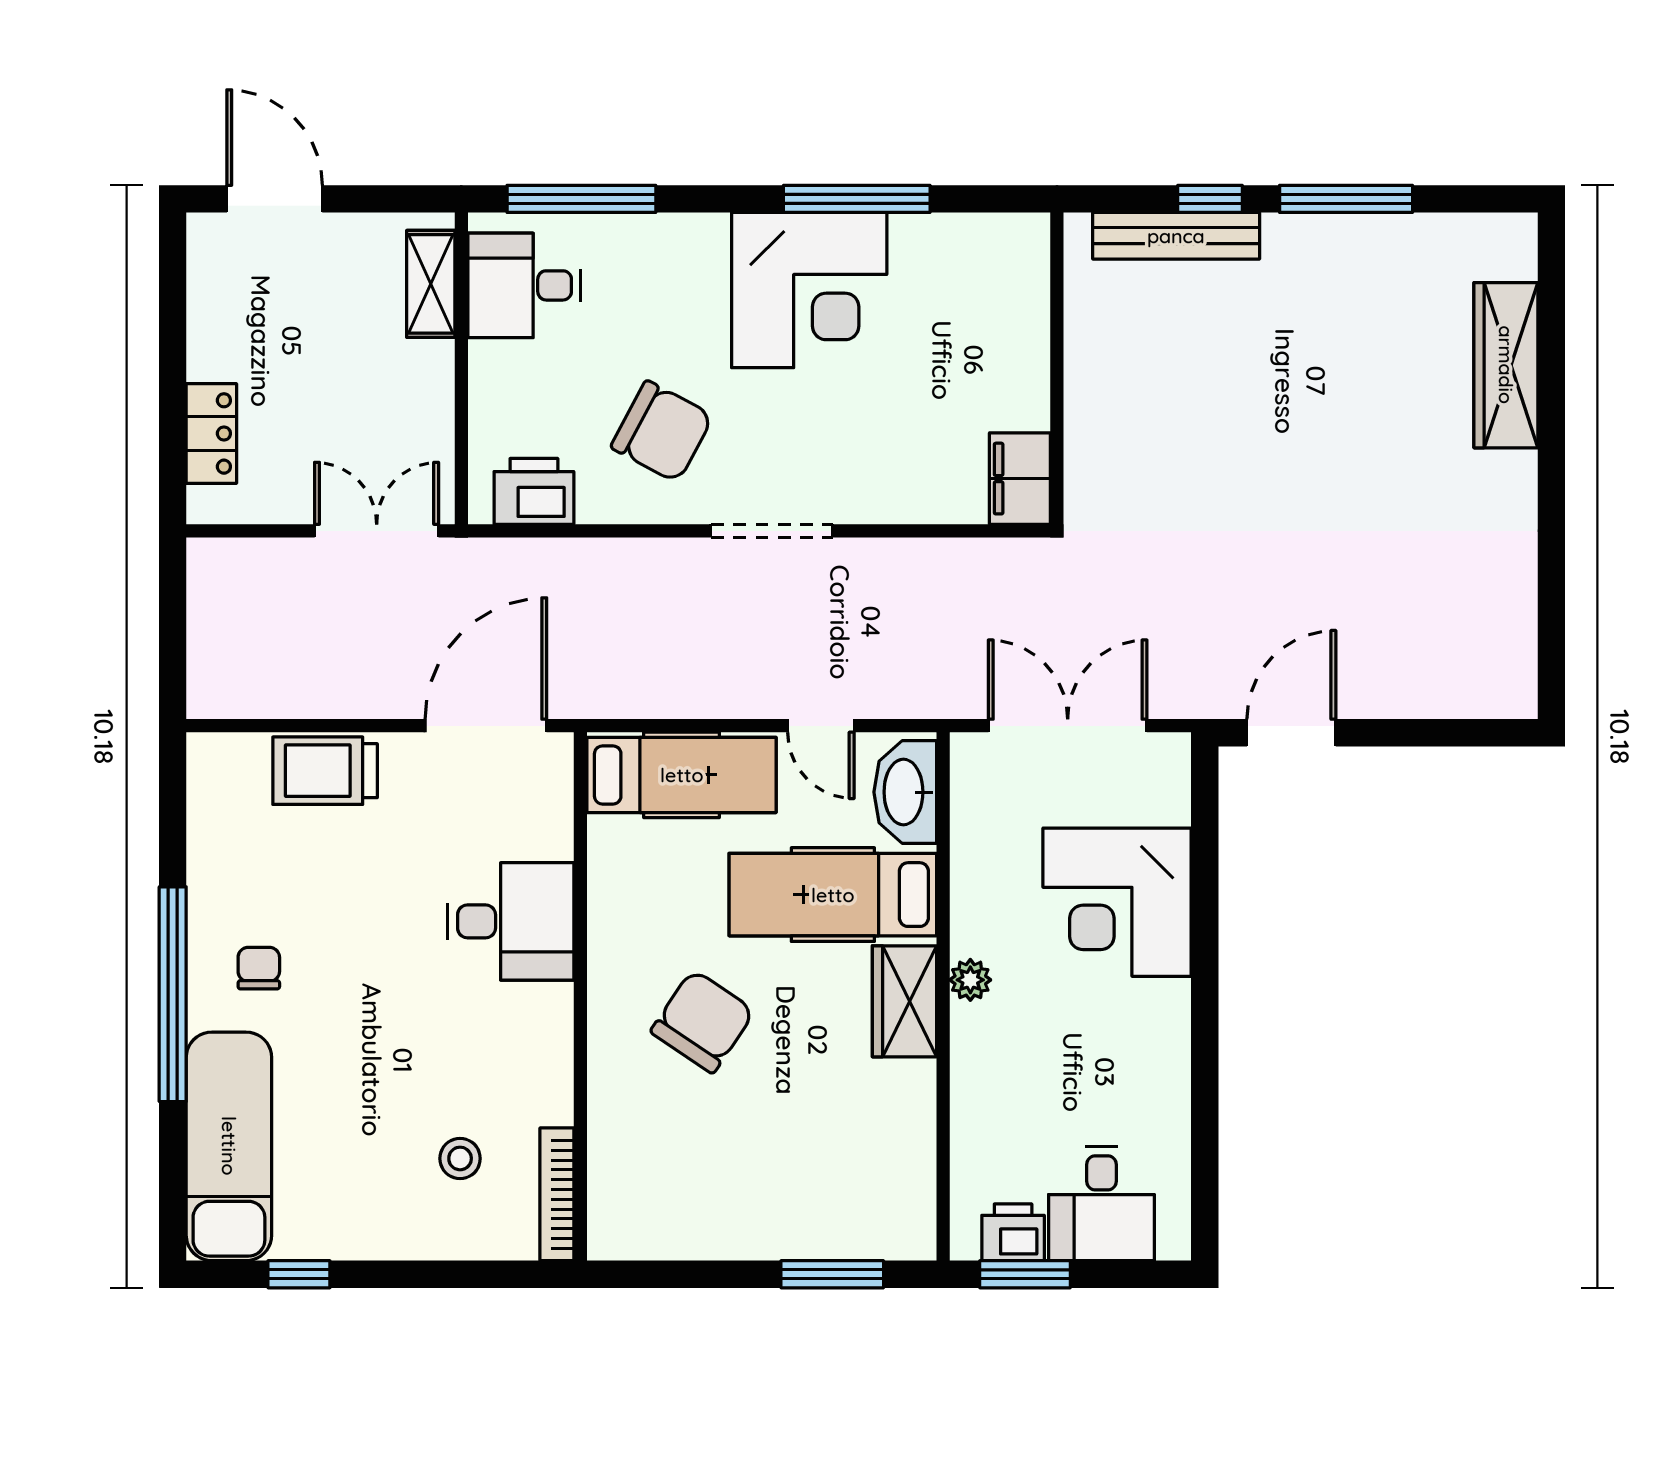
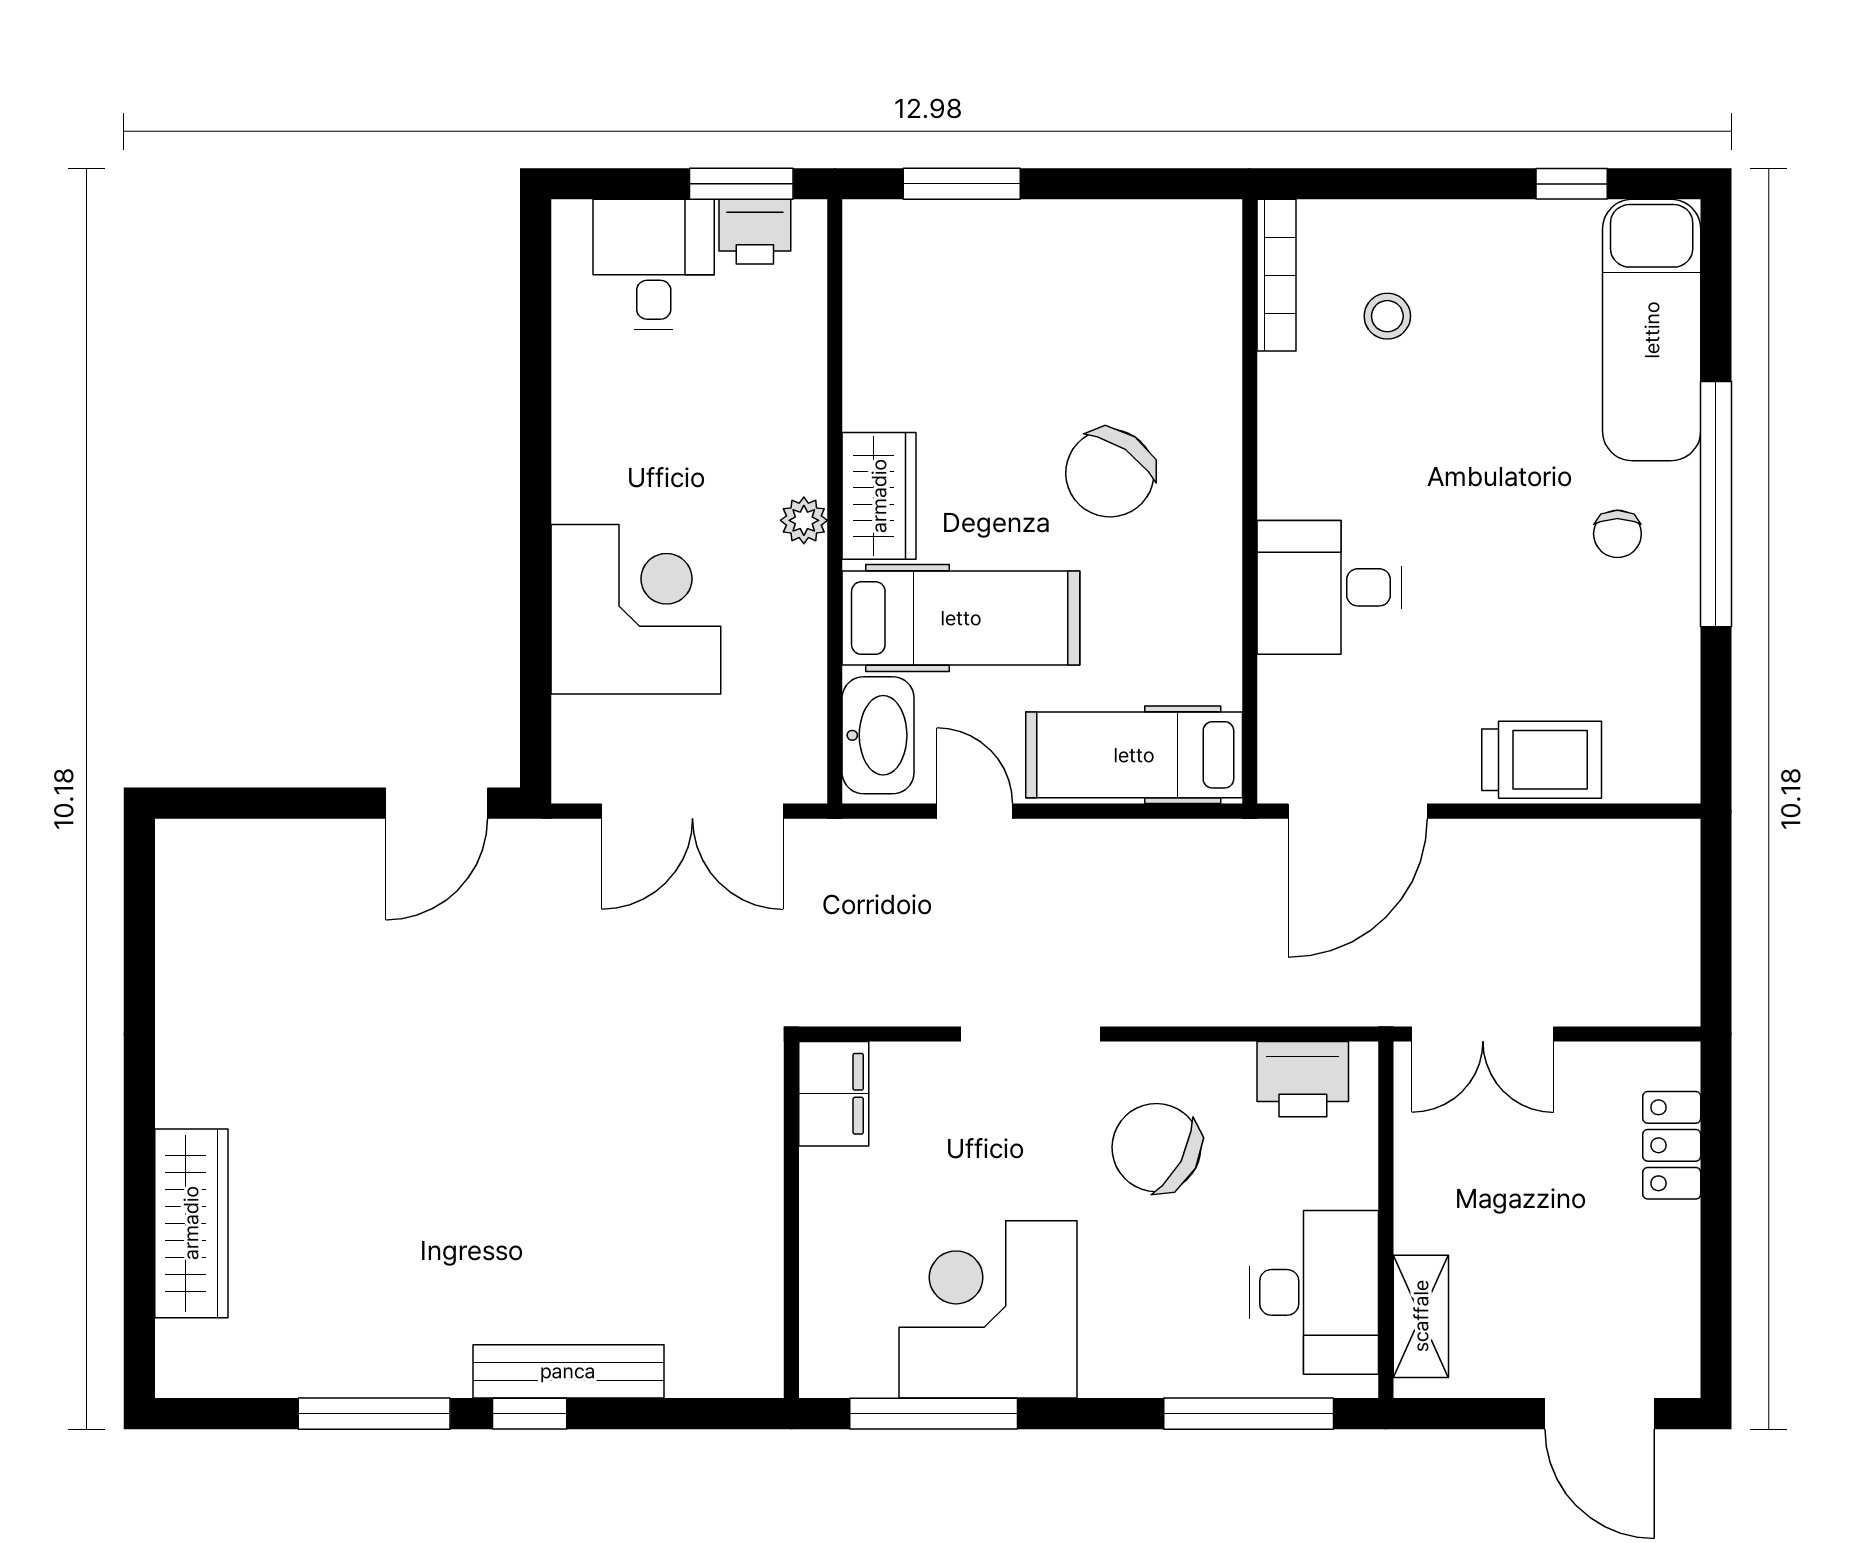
desk: (524, 285) -> (1314, 1292), width x1.37
wall: (1057, 368) -> (791, 1220), moved
filing cabinet: (1020, 479) -> (834, 1094), moved

